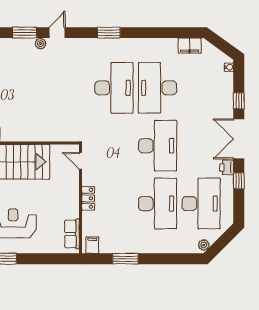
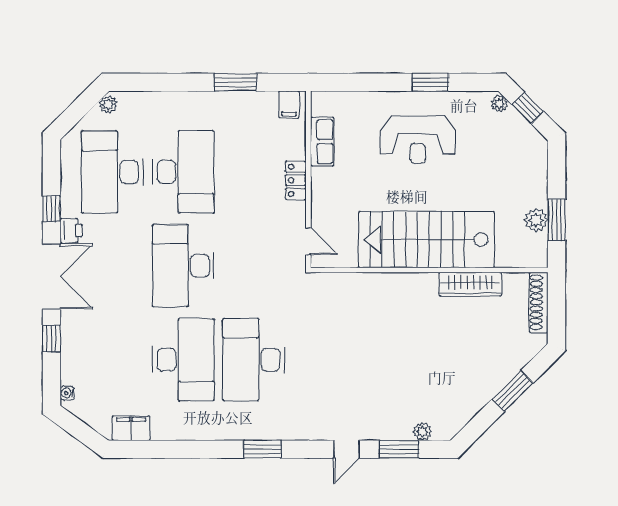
plant: (41, 44) -> (422, 432), moved
desk: (158, 204) -> (183, 172), turned 180
row of seats: (72, 234) -> (322, 142), moved

